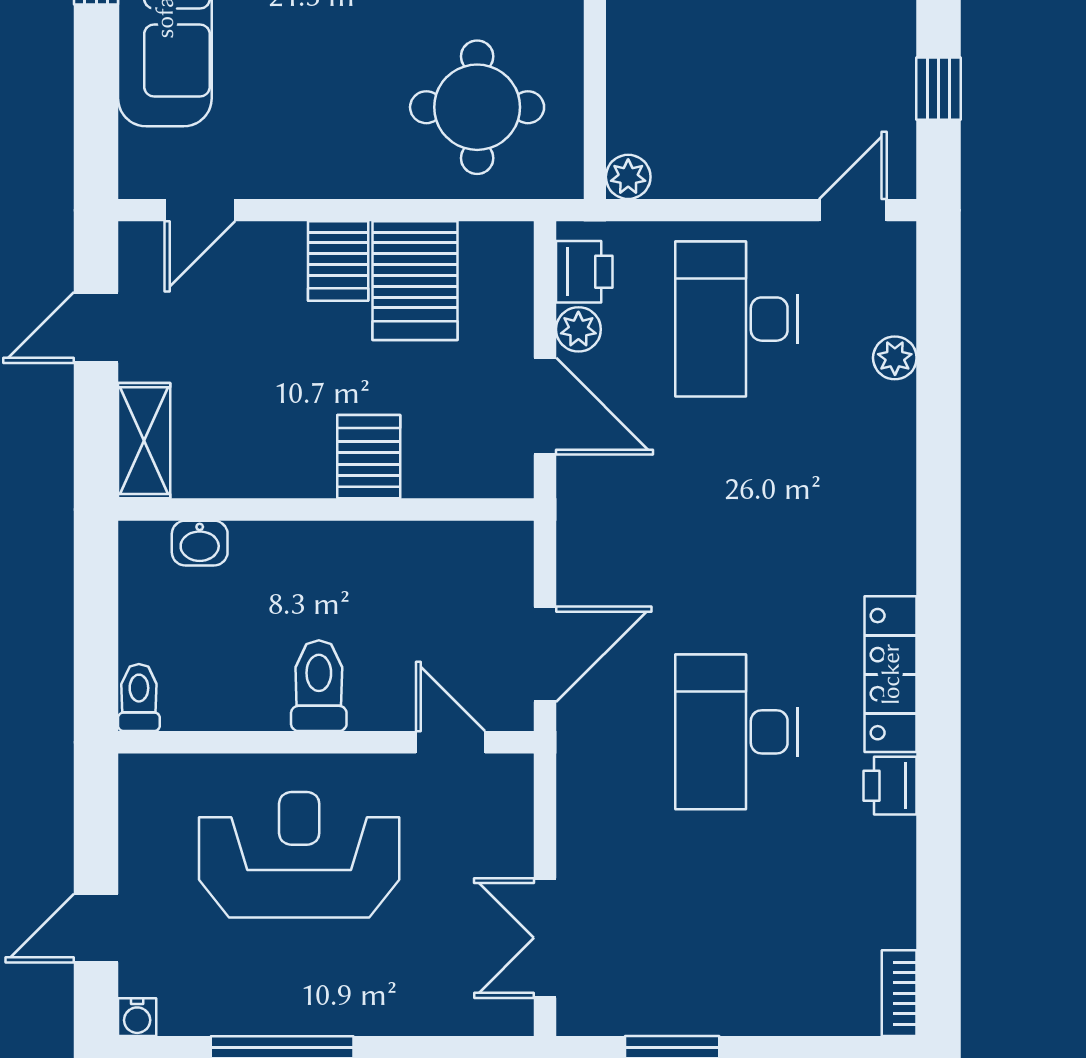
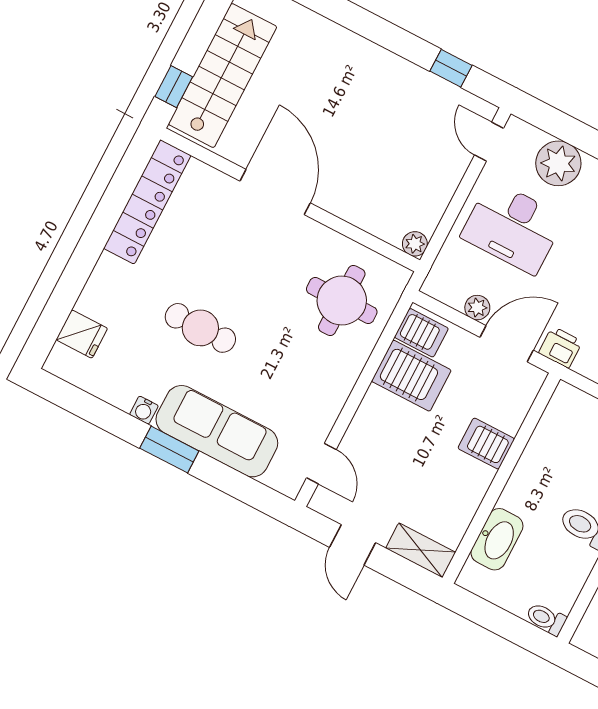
server rack: (338, 261) -> (421, 333), moved
printer: (584, 272) -> (561, 347), moved
plant: (895, 358) -> (558, 163), width x1.88, depth x1.88
washbasin: (200, 543) -> (497, 539), width x1.91, depth x1.45

